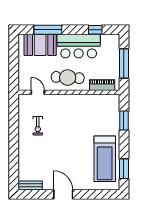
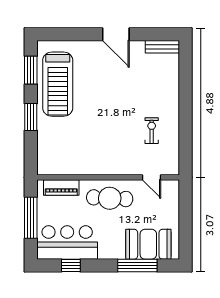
bar counter: (79, 46) -> (67, 242), moved
window: (124, 120) -> (31, 117), moved
treadmill: (105, 159) -> (58, 84), turned 180

